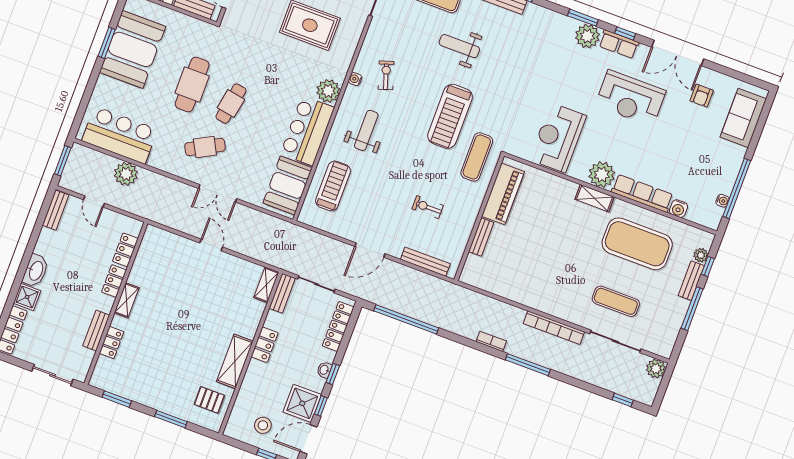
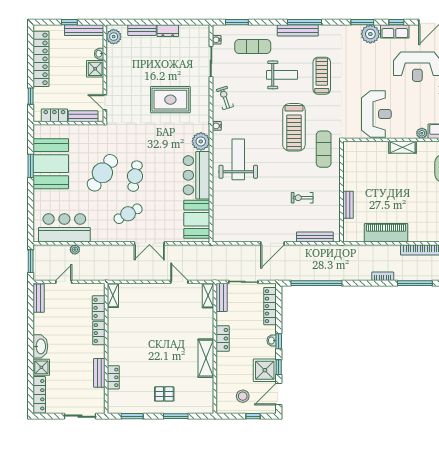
weight bench: (459, 46) -> (282, 75), turned 180
exercise bike: (386, 75) -> (225, 98), moved
cafe table: (192, 84) -> (102, 173), turned 35
weight bench: (366, 130) -> (238, 159), width x1.36, depth x1.33
reception desk: (558, 138) -> (376, 114), turned 180
plant: (126, 174) -> (75, 250), width x0.53, depth x0.53
plant: (602, 175) -> (422, 133), width x0.53, depth x0.53
treadmill: (333, 186) -> (322, 76), moved
piano: (503, 194) -> (386, 233), moved, turned -90
shelving: (594, 198) -> (403, 147), moved
door: (94, 202) -> (64, 282), swing flipped
door: (211, 245) -> (179, 282), moved
shelving: (127, 300) -> (113, 295), moved
pallet: (209, 400) -> (164, 394), moved

